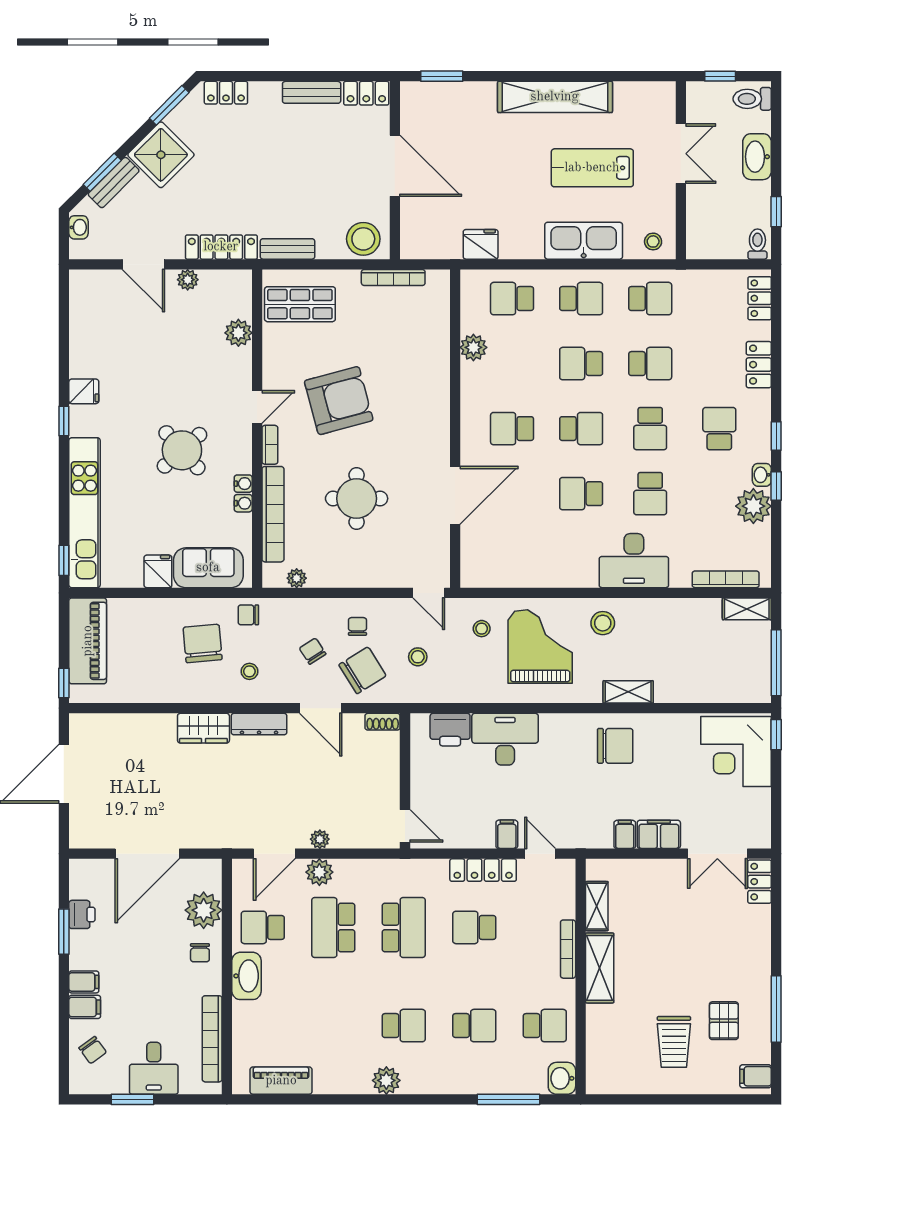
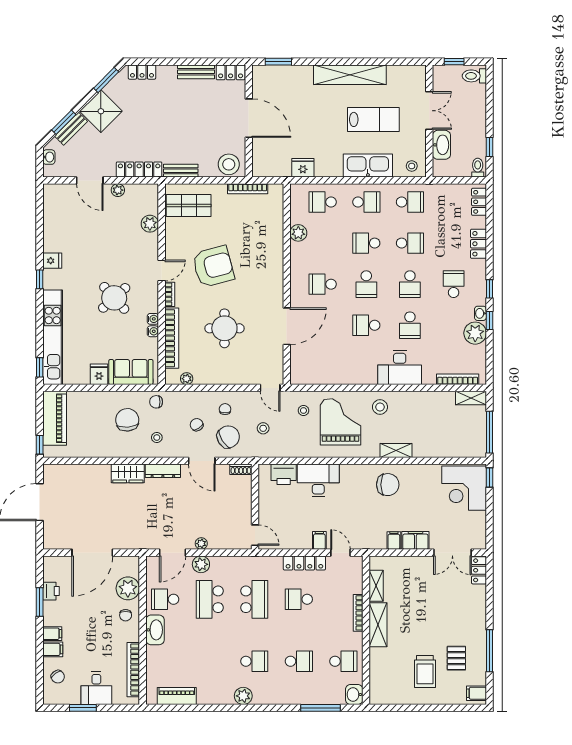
washbasin: (757, 157) -> (441, 145), moved, turned 180
lab bench: (592, 168) -> (373, 119), turned 180
school desk: (581, 429) -> (366, 284), turned 90

